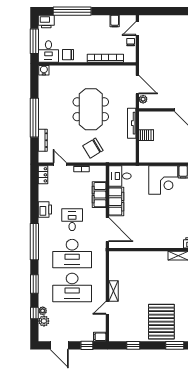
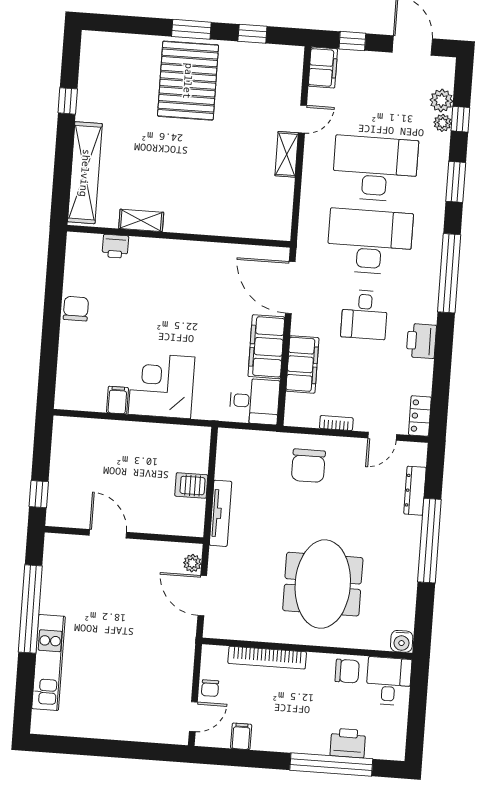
printer: (46, 22) -> (348, 743), moved
window: (34, 41) -> (417, 705), removed
meeting table: (91, 109) -> (323, 584), moved
chair: (93, 148) -> (308, 466), turned 121
door: (60, 164) -> (382, 436), hinge flipped
filing cabinet: (100, 337) -> (323, 68), width x2.00
window: (175, 345) -> (191, 29), moved

